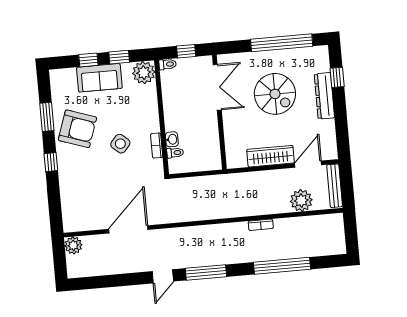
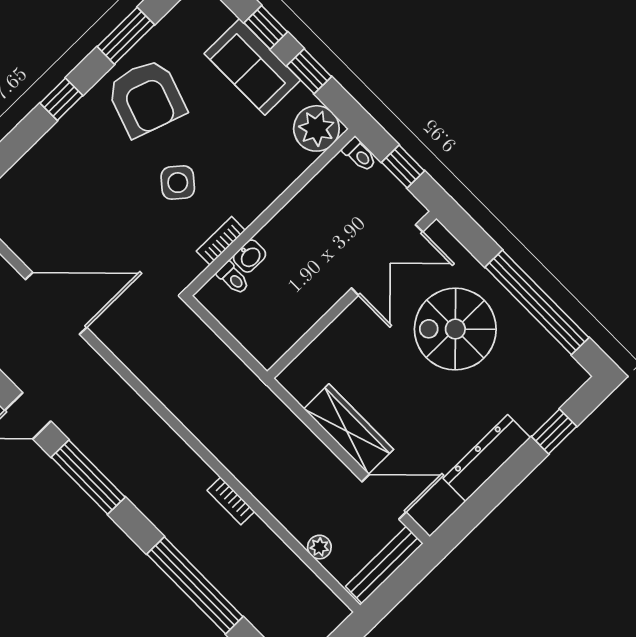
spiral stairs: (275, 94) -> (455, 329), moved, turned 90
dresser: (324, 96) -> (487, 458), moved
plant: (301, 201) -> (319, 547), width x0.53, depth x0.53

